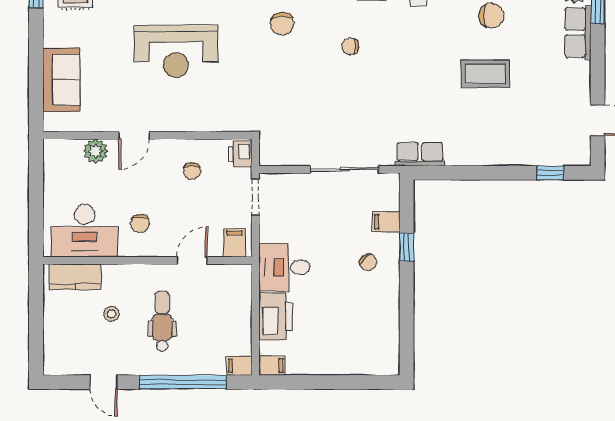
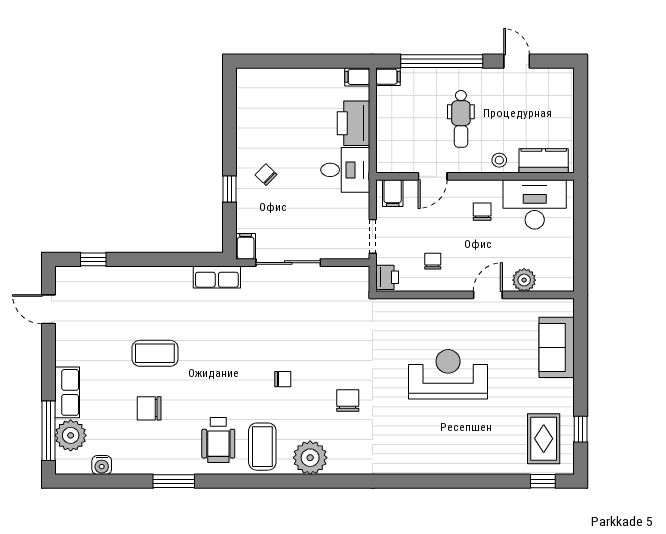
filing cabinet: (386, 222) -> (246, 246), moved, turned -90
stool: (112, 314) -> (499, 160), moved

